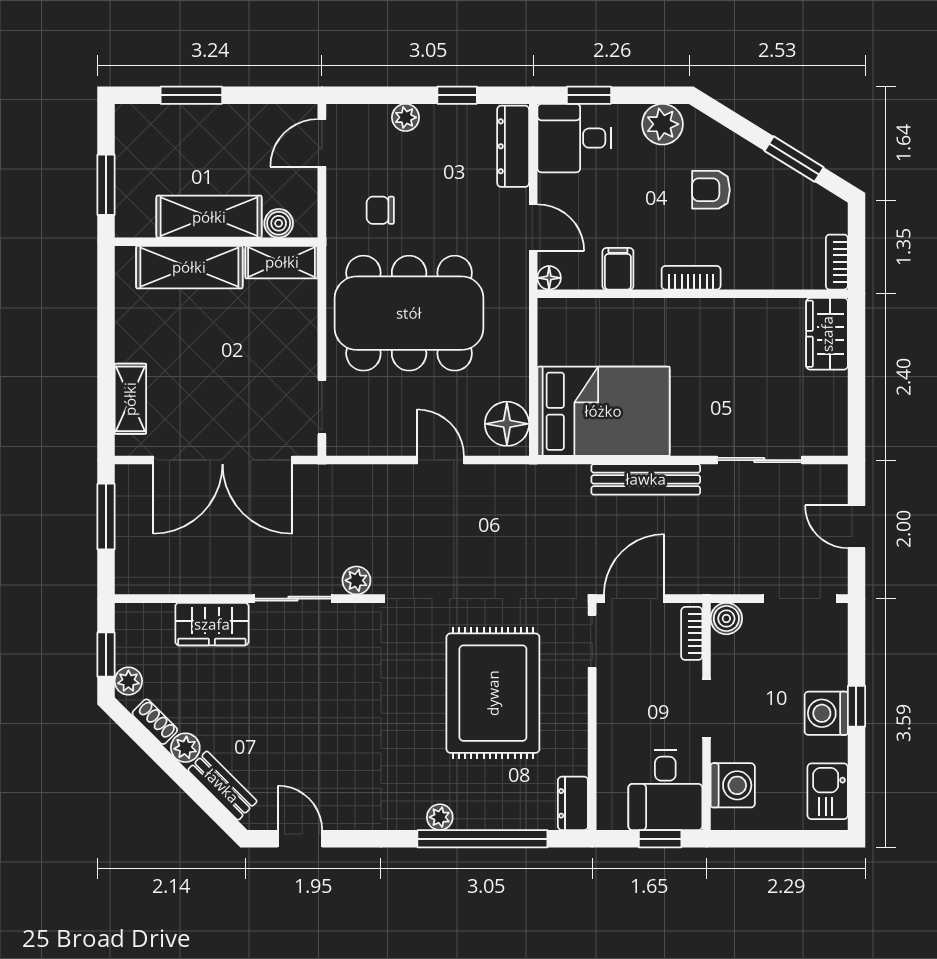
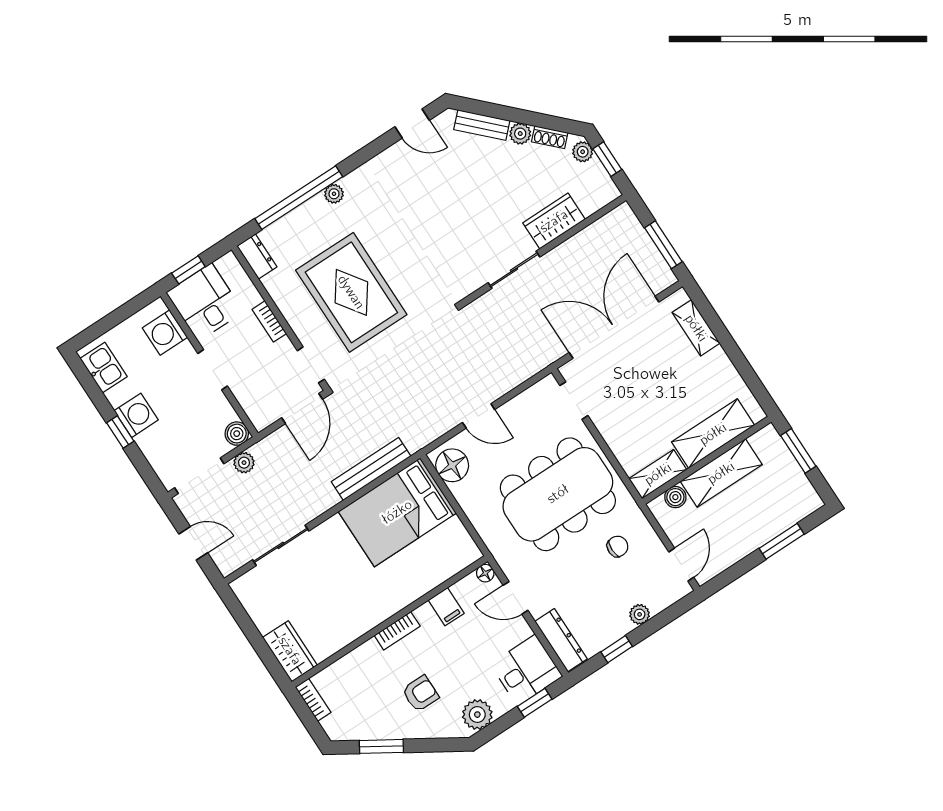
bench: (646, 479) -> (371, 469), moved
plant: (356, 580) -> (244, 463), moved
bookcase: (692, 633) -> (269, 321), moved, turned 180

